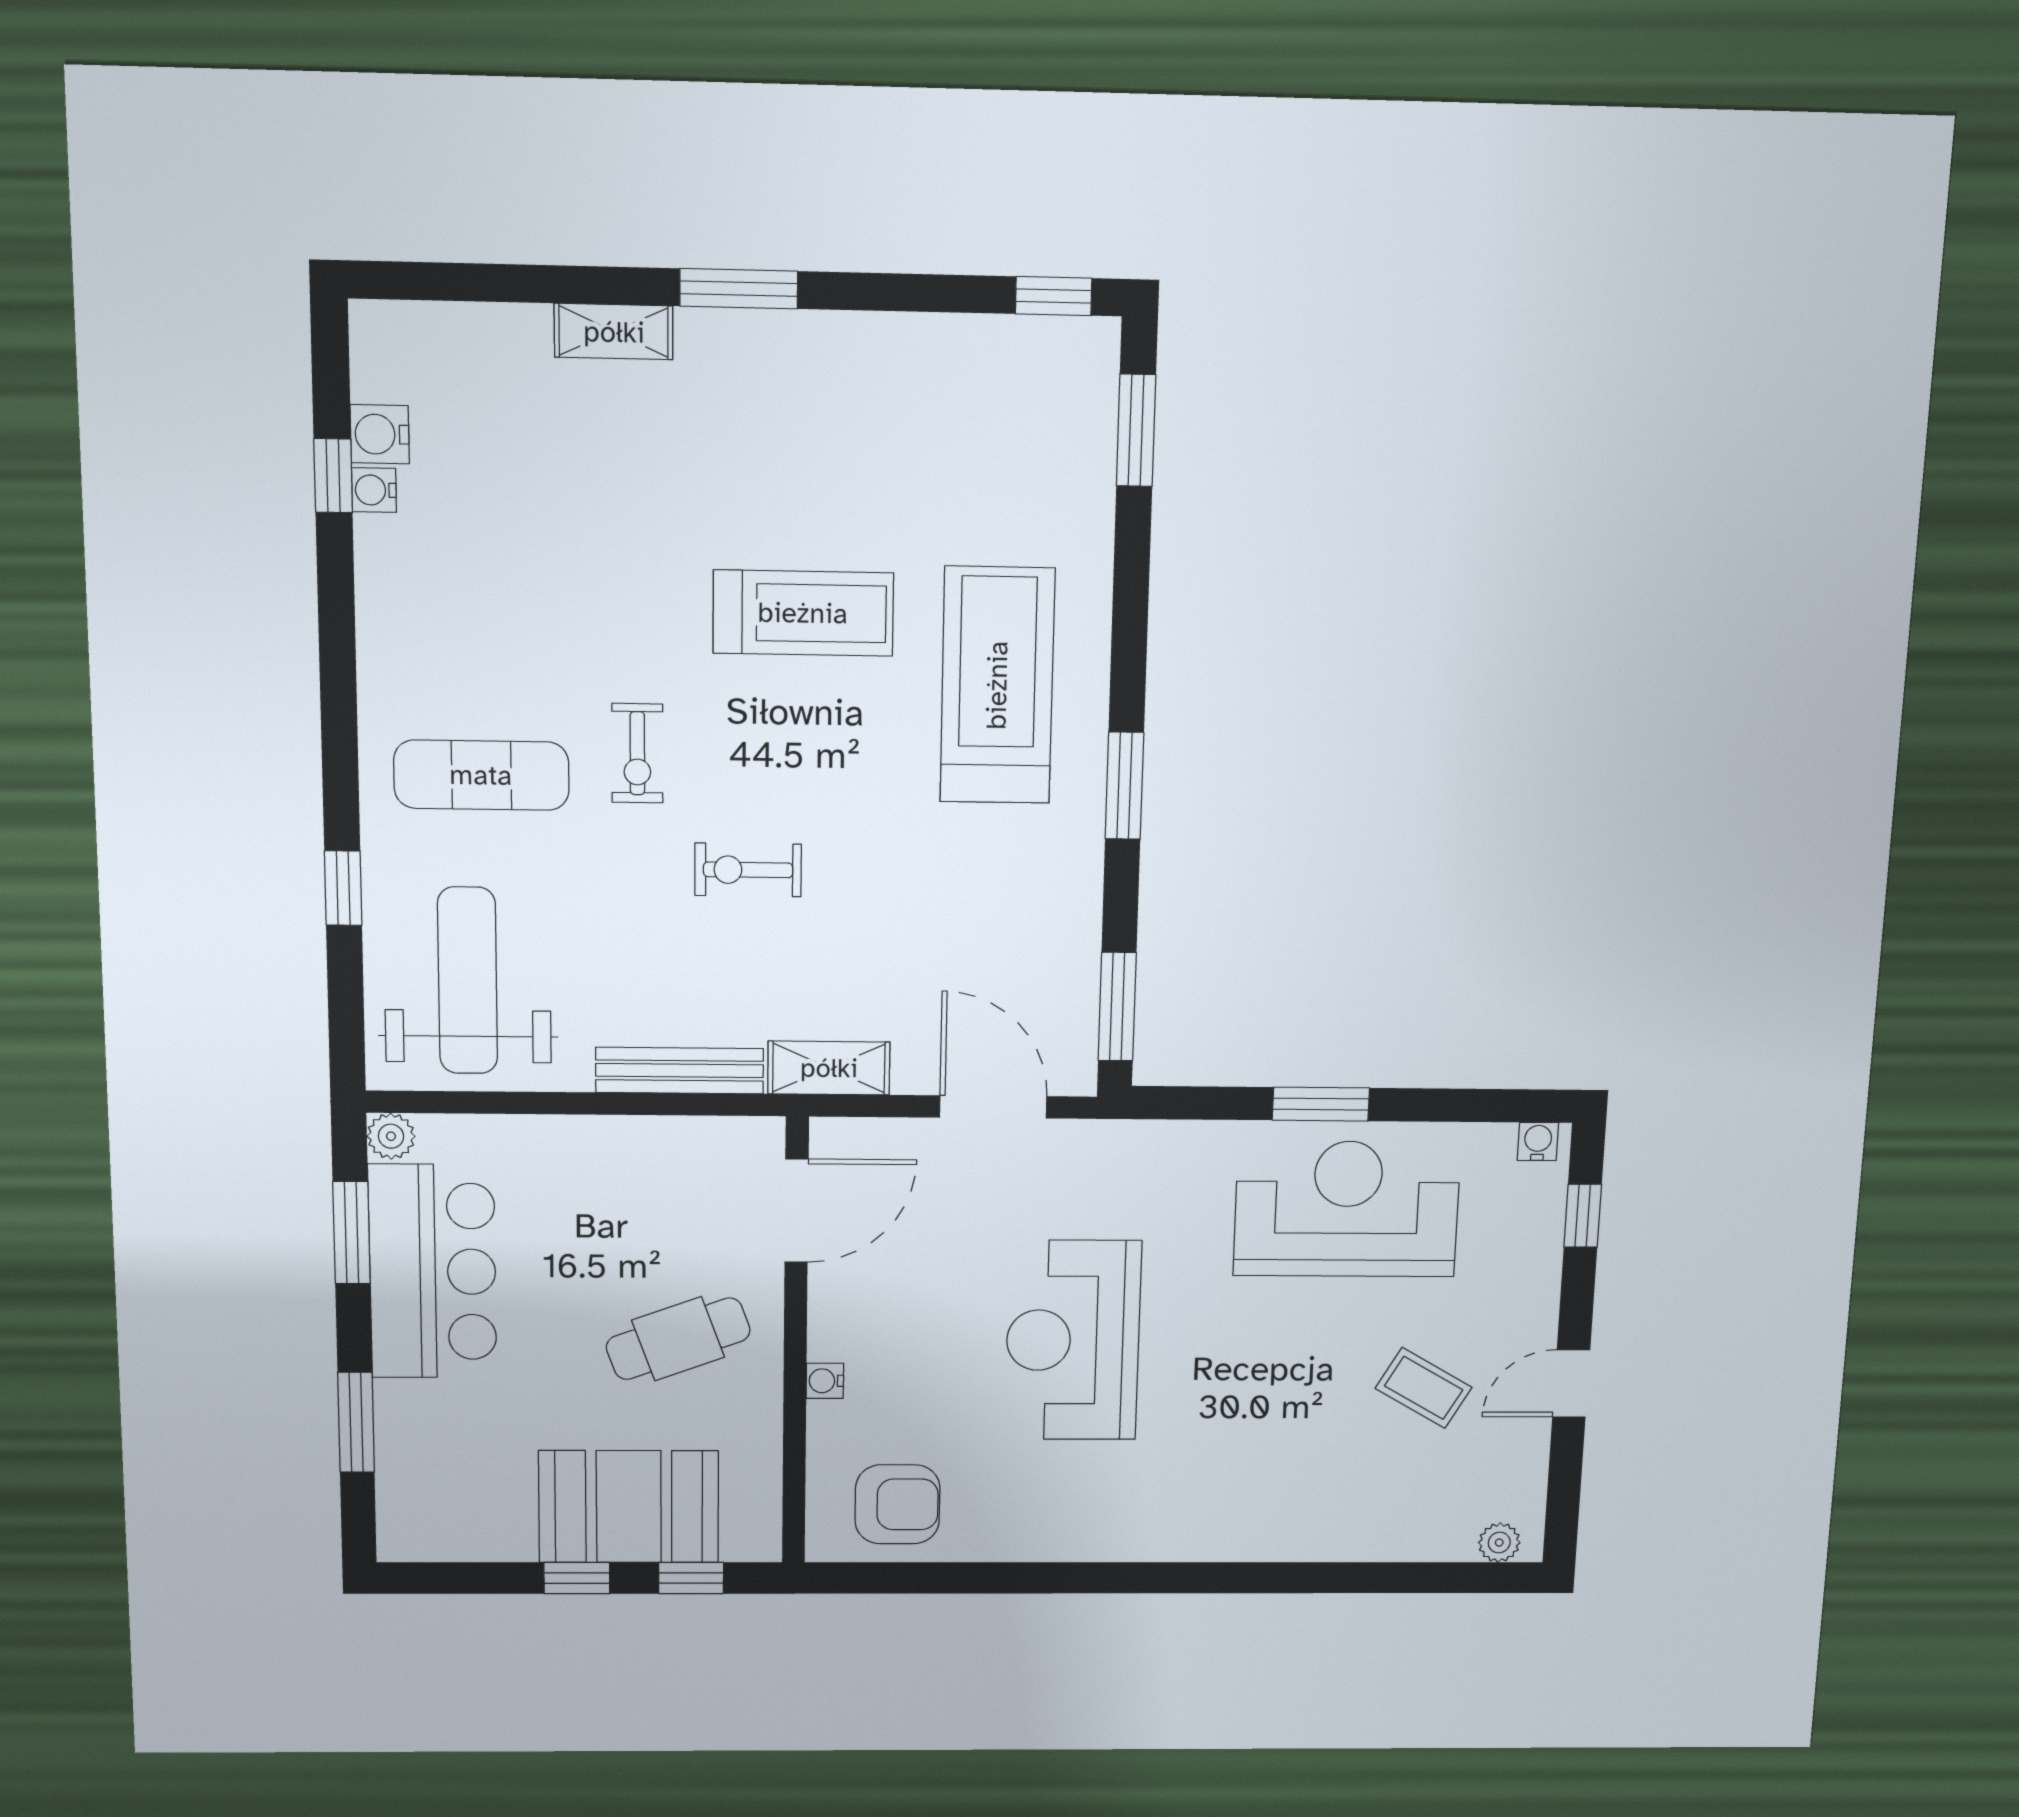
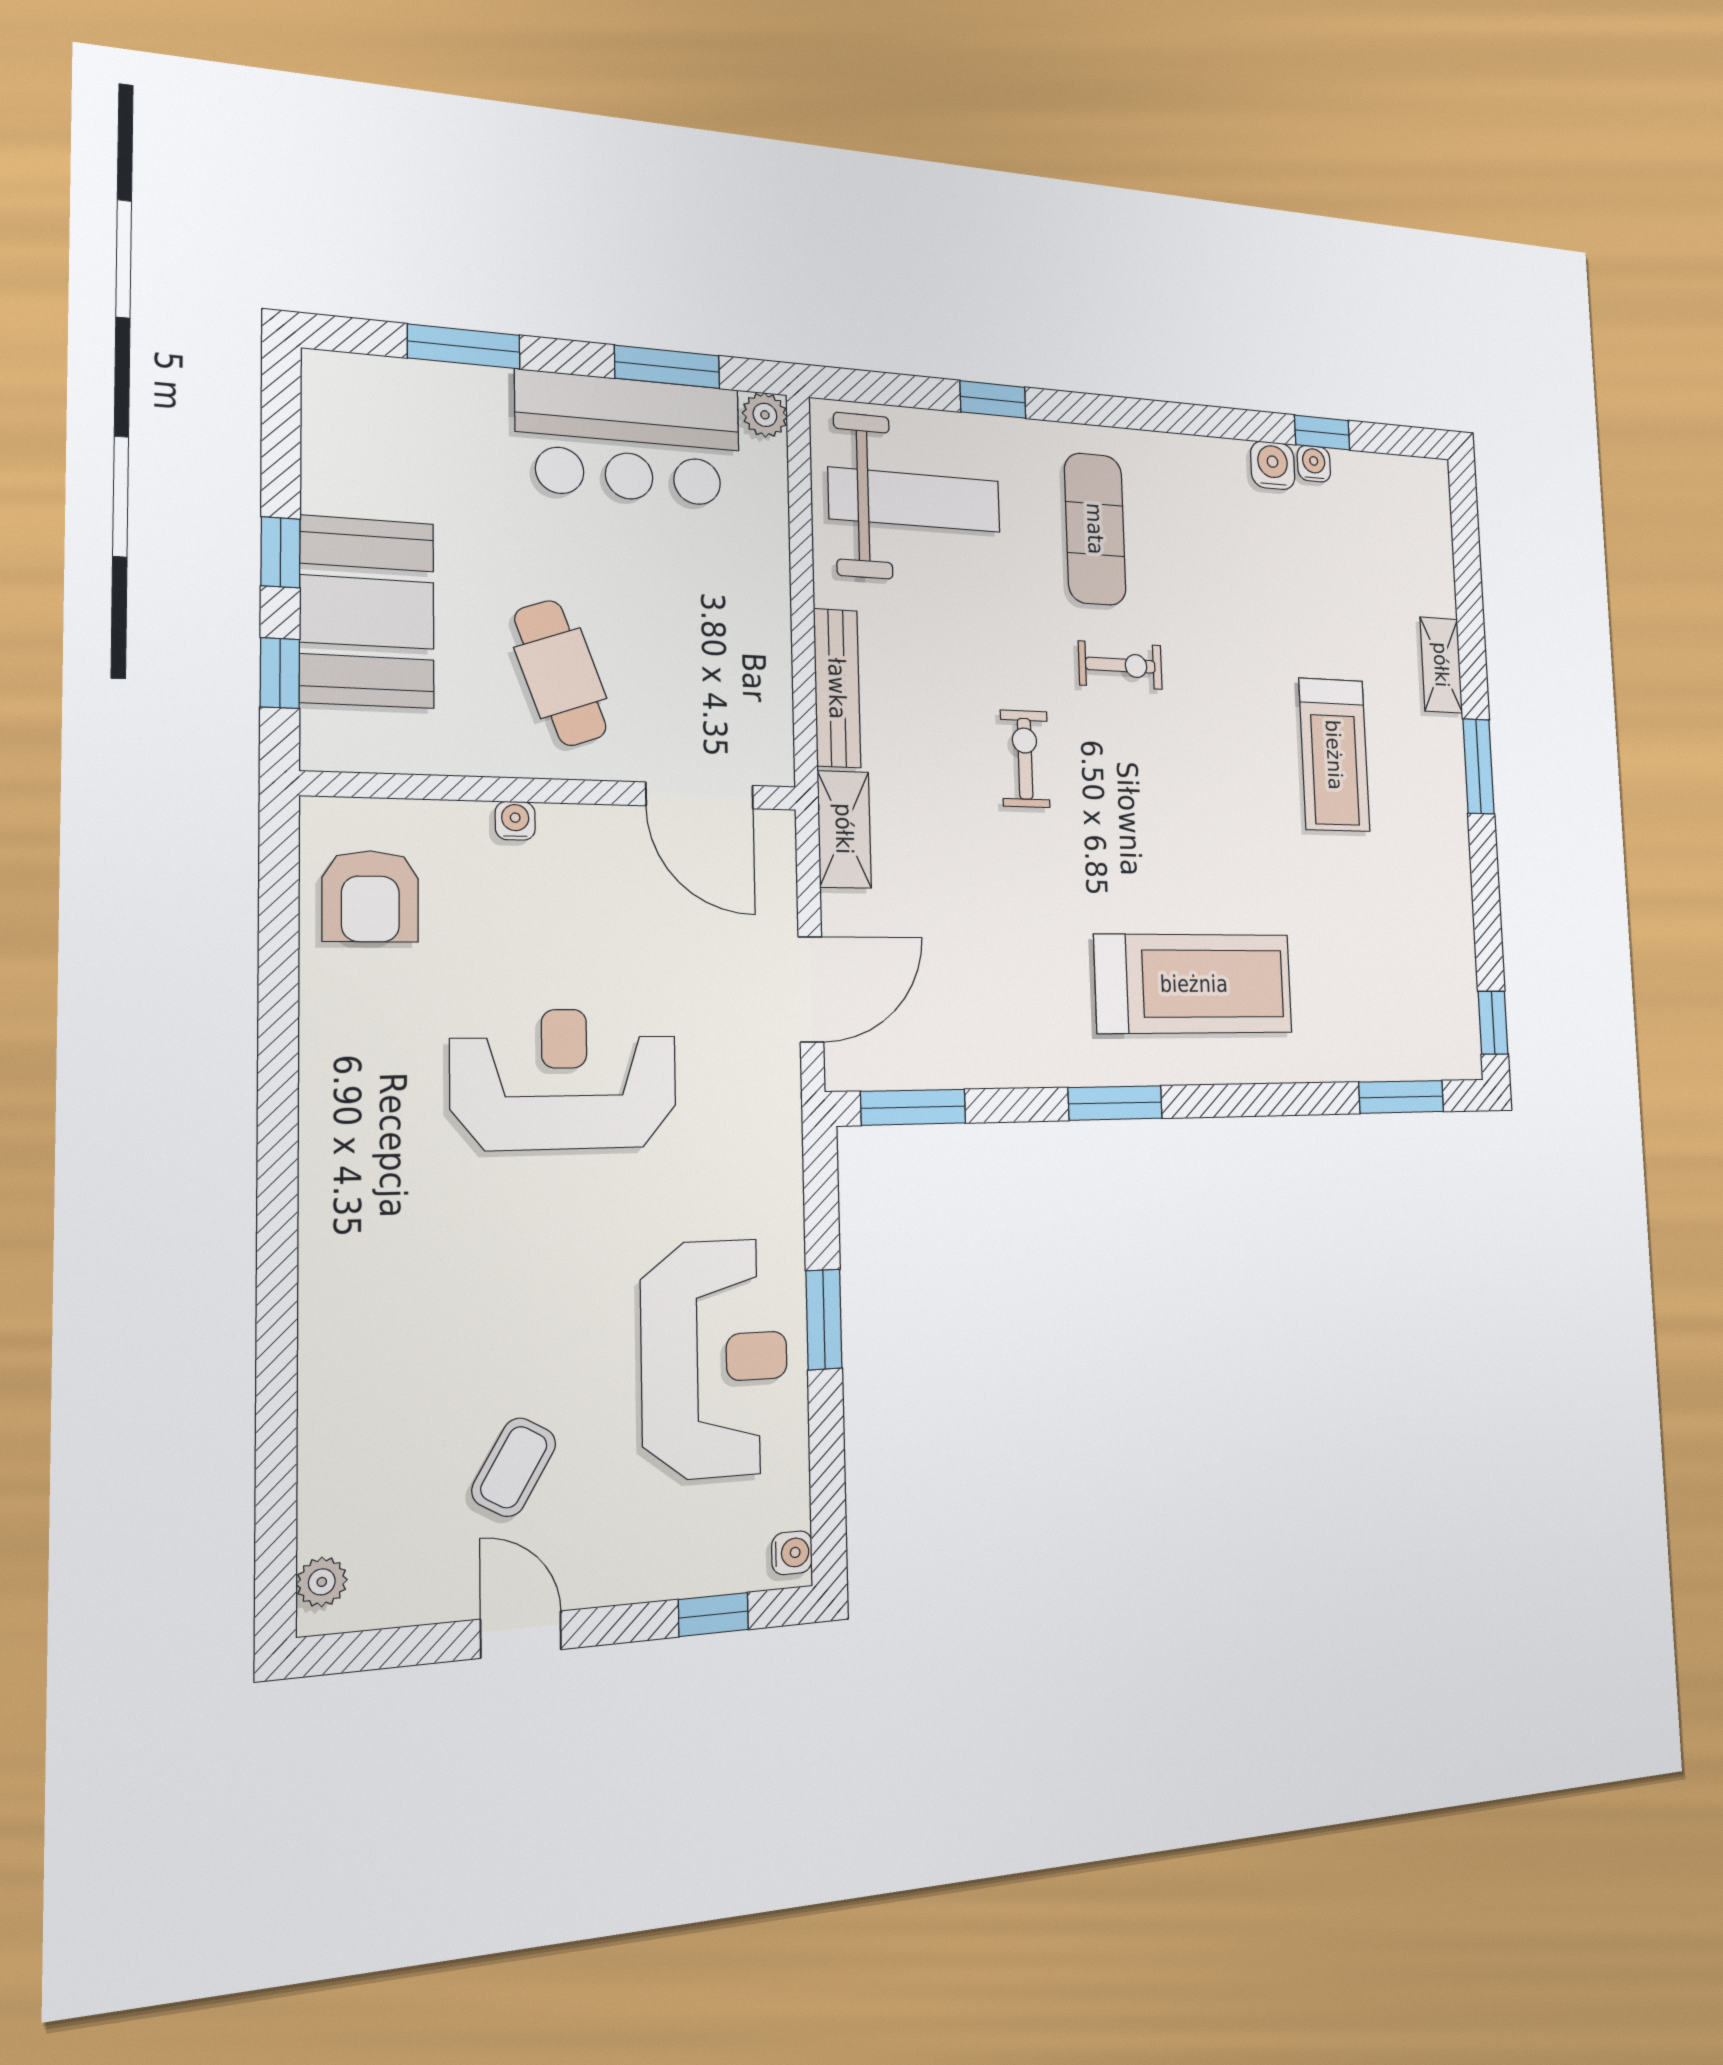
water cooler: (380, 434) -> (1273, 465), moved
treadmill: (803, 613) -> (1334, 755), moved
exercise bike: (637, 753) -> (1120, 665), turned 180

